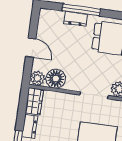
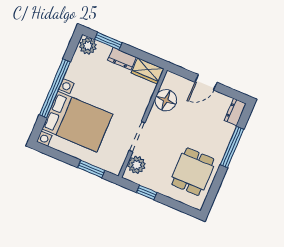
dresser: (76, 19) -> (235, 112), moved
plant: (37, 78) -> (171, 81), removed

